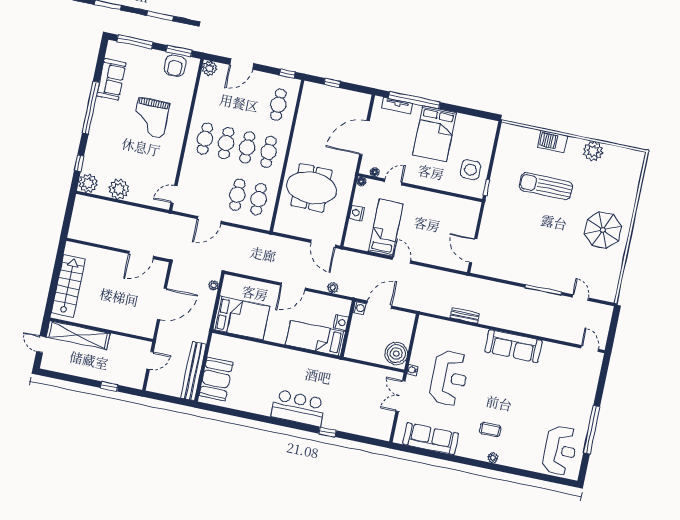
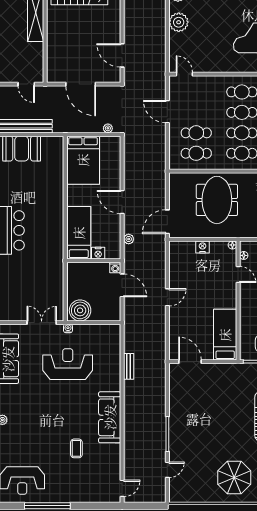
bed: (386, 228) -> (225, 335), moved, turned -90
door: (473, 251) -> (190, 362), hinge flipped
reception desk: (449, 378) -> (68, 364), turned 180
coffee table: (490, 430) -> (76, 448), moved

